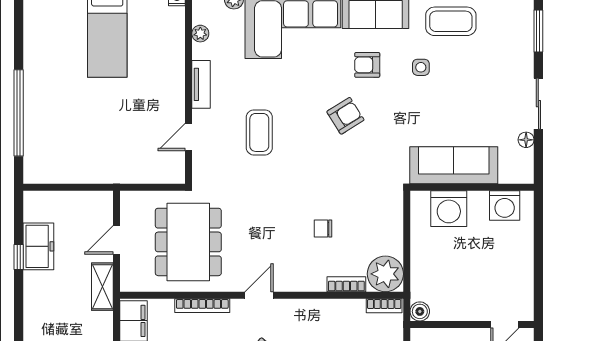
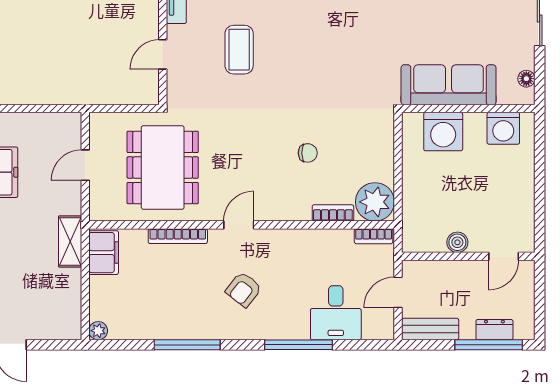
armchair: (345, 116) -> (332, 32), removed
floor lamp: (526, 140) -> (526, 79), moved
chair: (323, 228) -> (308, 153), turned 180
shelving: (102, 287) -> (70, 241), moved
boiler: (420, 311) -> (457, 242), moved

